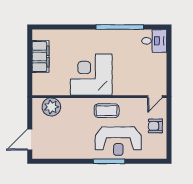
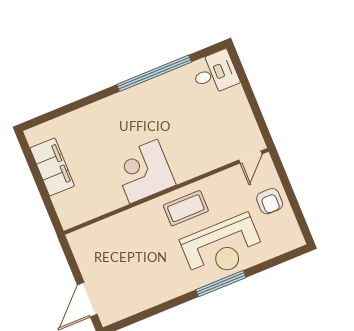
corner desk: (91, 75) -> (144, 171), width x0.74, depth x0.74
plant: (51, 107) -> (100, 237), removed
armchair: (155, 126) -> (270, 201), turned -90

